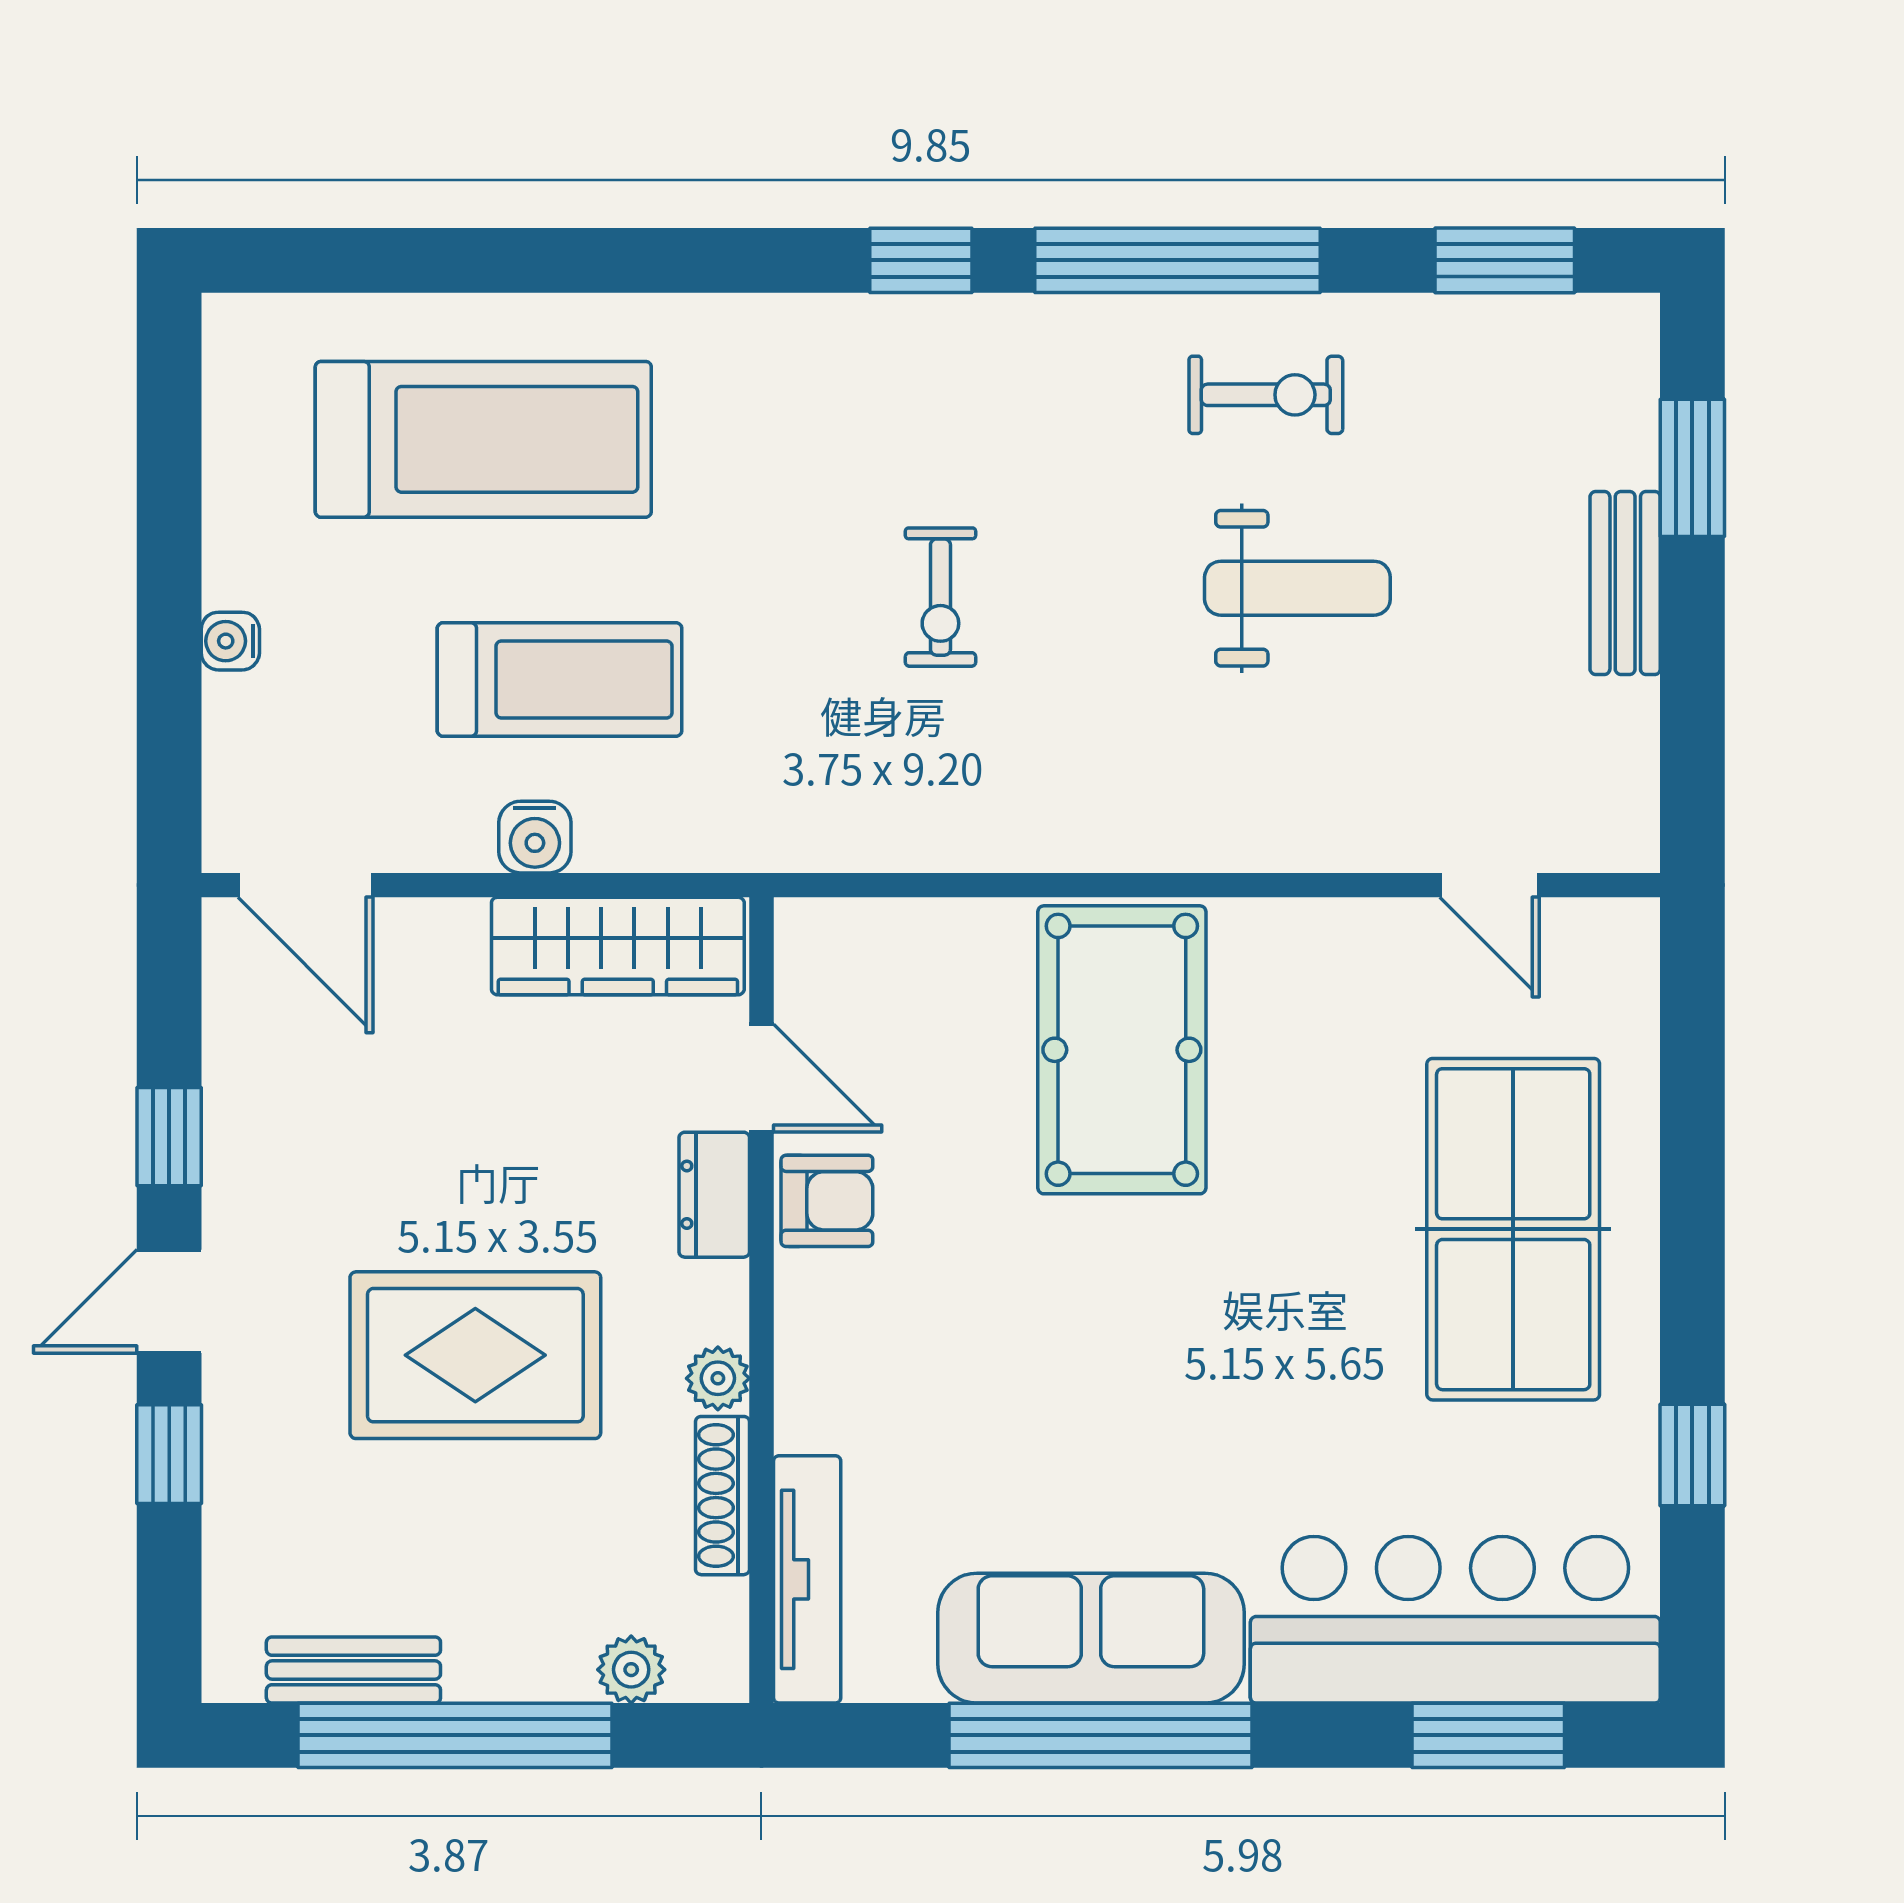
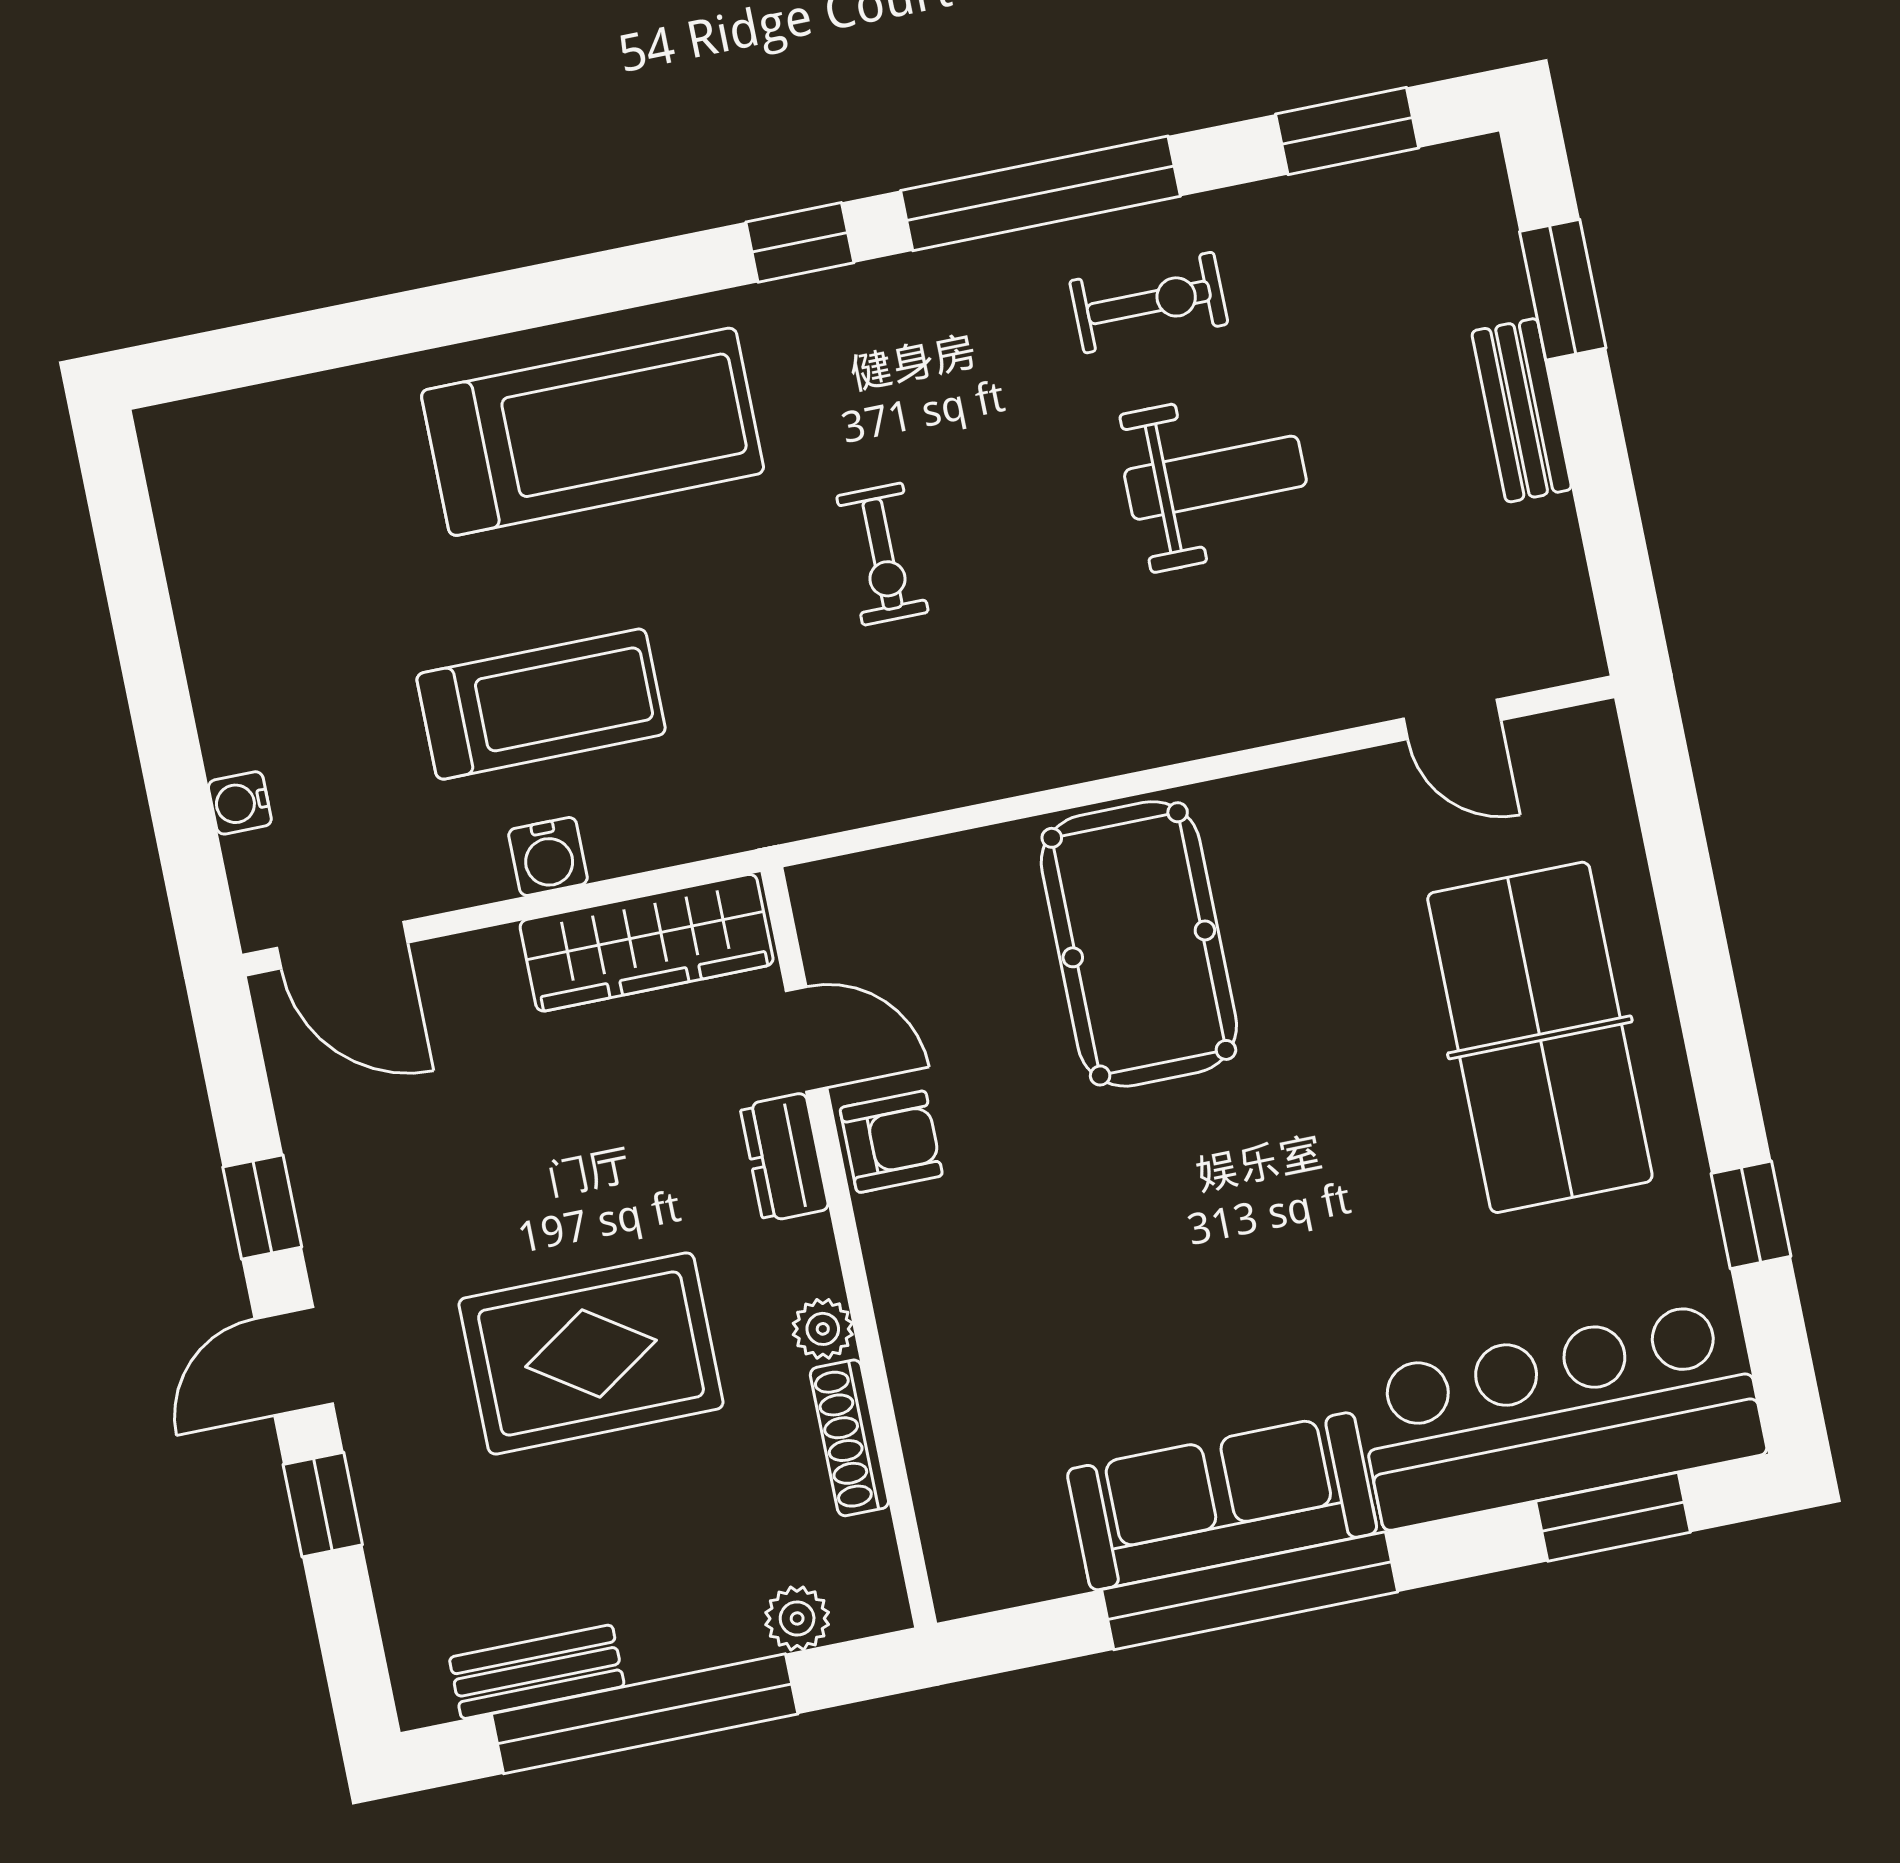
treadmill: (483, 439) -> (593, 432), moved
water cooler: (230, 641) -> (240, 803), moved
tv unit: (807, 1579) -> (945, 1500), removed

